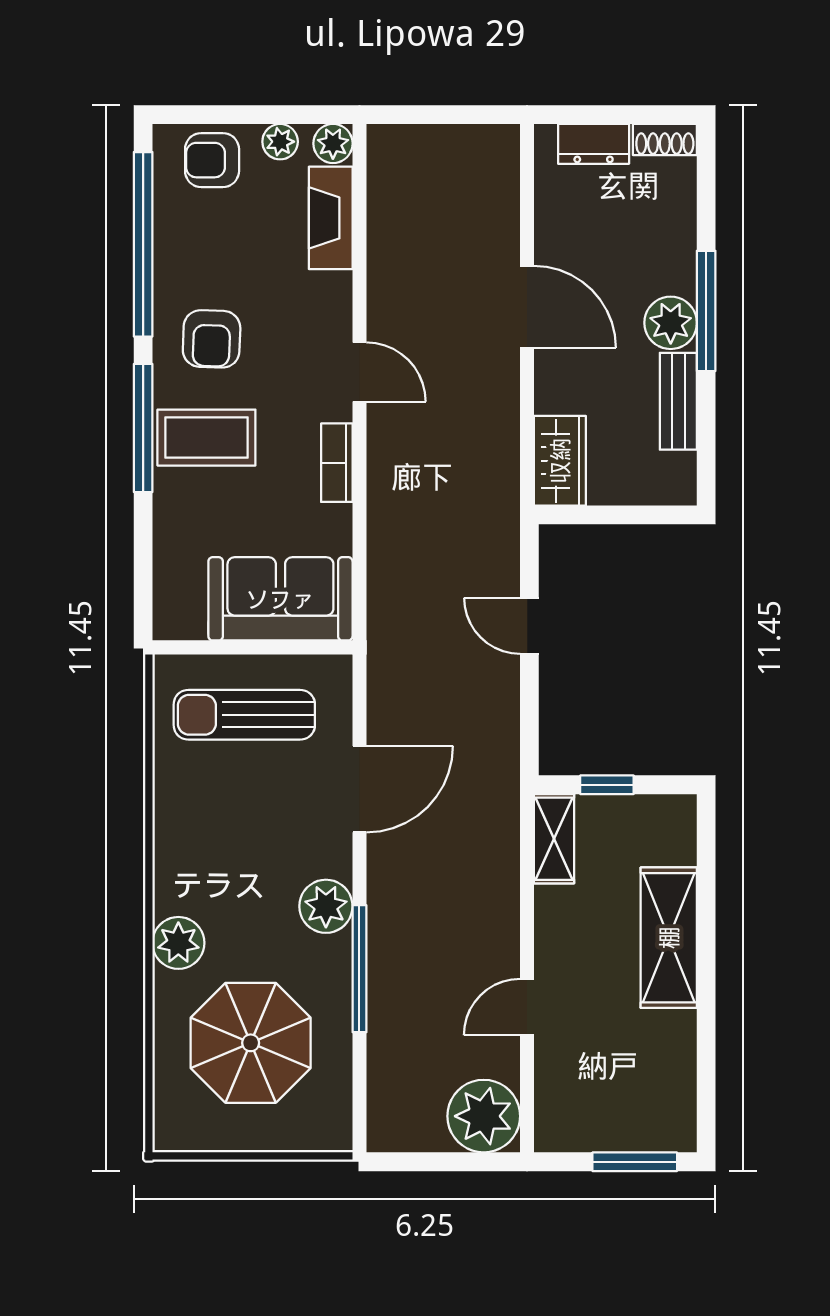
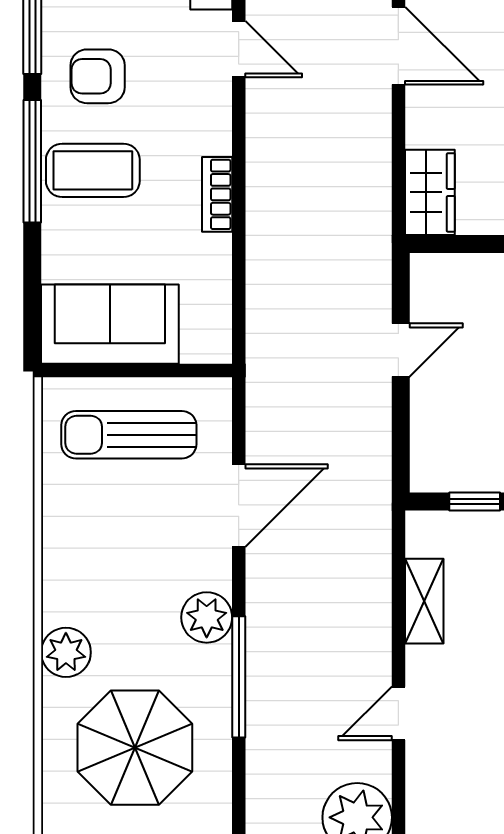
armchair: (212, 339) -> (98, 76), turned 88
door: (359, 372) -> (239, 49), moved
sofa: (280, 599) -> (110, 324), moved
door: (529, 626) -> (401, 350), swing flipped
shelving: (554, 839) -> (424, 601), moved

